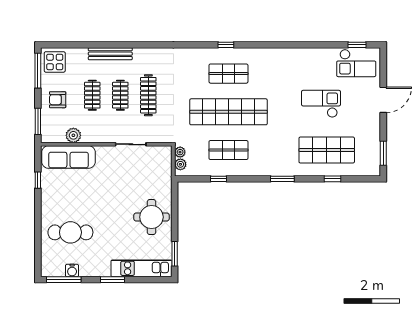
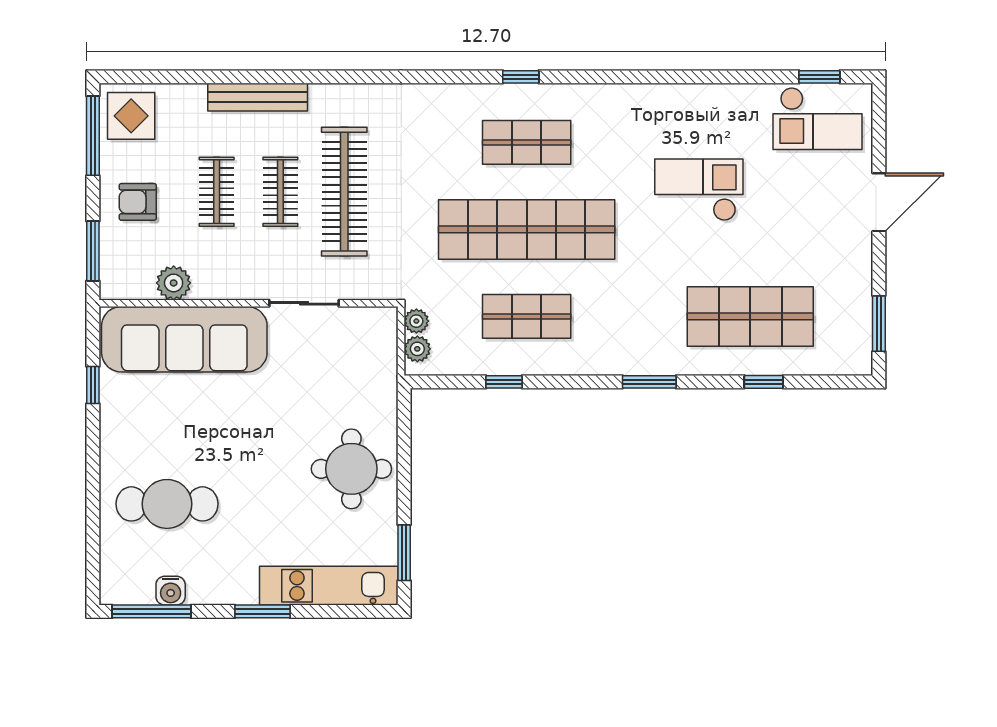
clothes rail: (148, 95) -> (344, 192), width x1.37, depth x1.31
checkout: (321, 104) -> (699, 190), moved
sofa: (68, 157) -> (184, 339), width x1.36, depth x1.27

